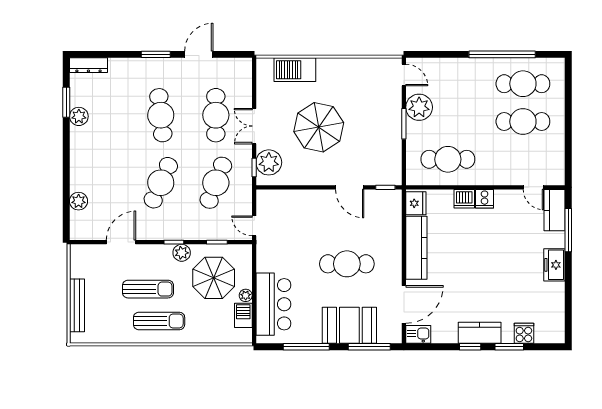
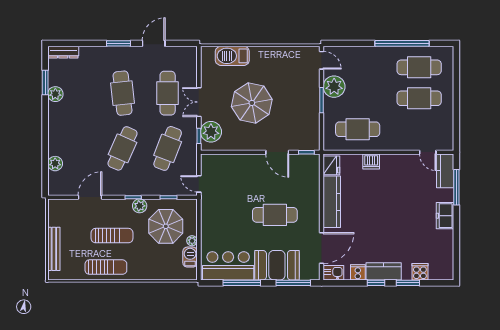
cooker: (485, 199) -> (358, 272), moved, turned 180
bar counter: (273, 304) -> (228, 266), moved, turned -90
sun lounger: (159, 321) -> (106, 267), moved

